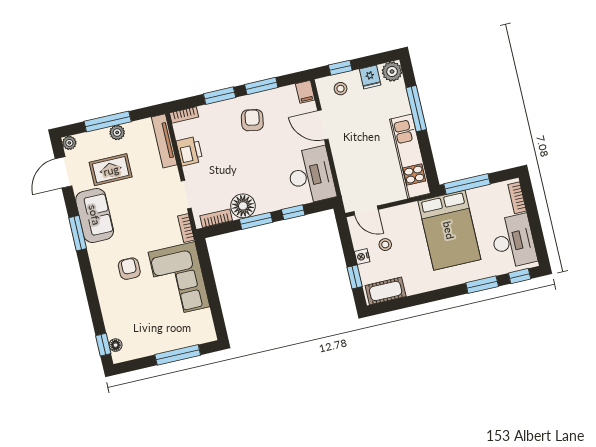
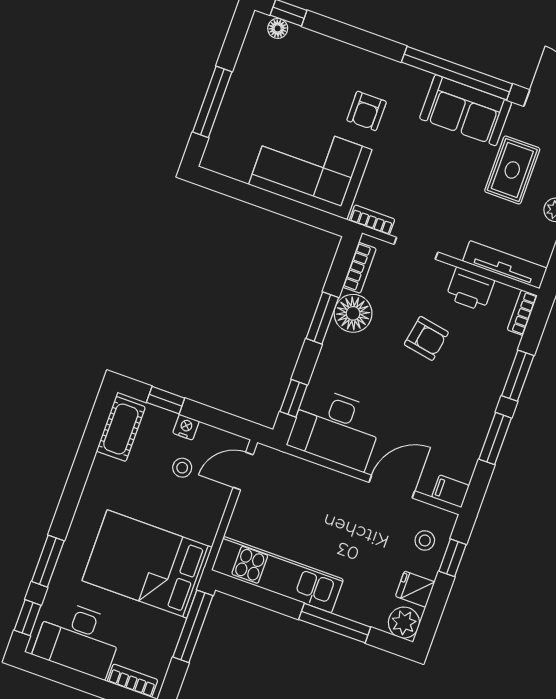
armchair: (252, 120) -> (426, 338), moved
window: (293, 212) -> (294, 398), moved
window: (78, 233) -> (457, 73), width x2.11
armchair: (129, 269) -> (367, 111), turned 90

